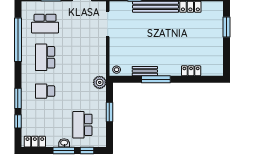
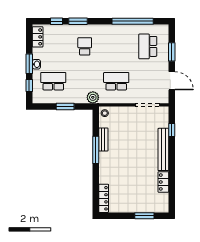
school desk: (45, 57) -> (116, 81), moved
locker: (191, 71) -> (104, 198), moved, width x1.53

